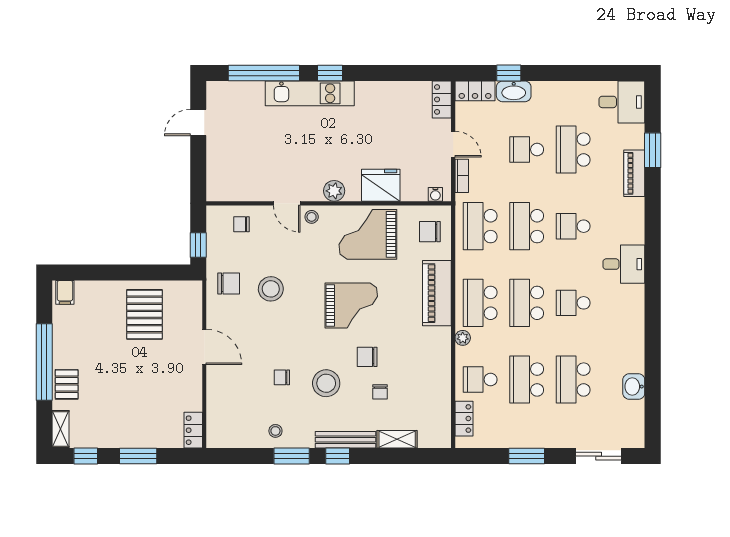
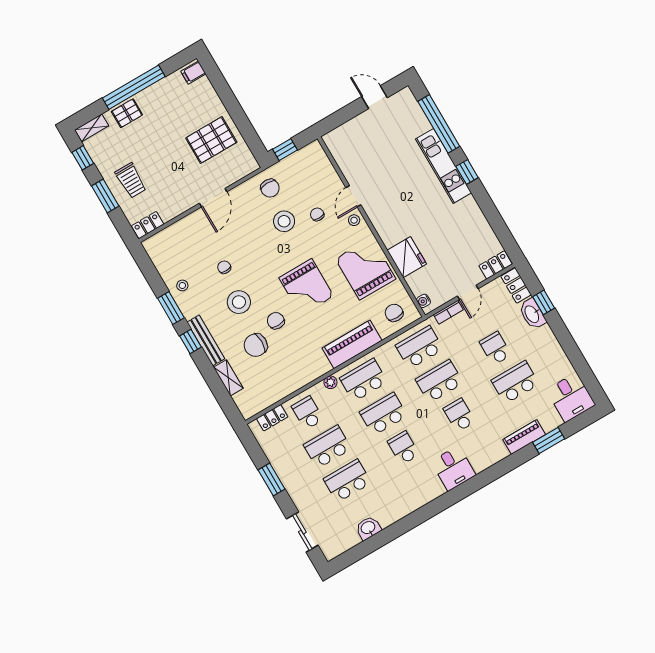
plant: (334, 191) -> (383, 226), removed
chair: (241, 224) -> (317, 214), moved
chair: (380, 392) -> (256, 345), width x1.87, depth x1.87
trolley: (137, 421) -> (131, 180), added

